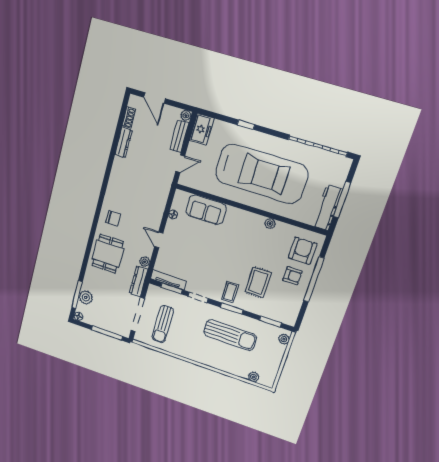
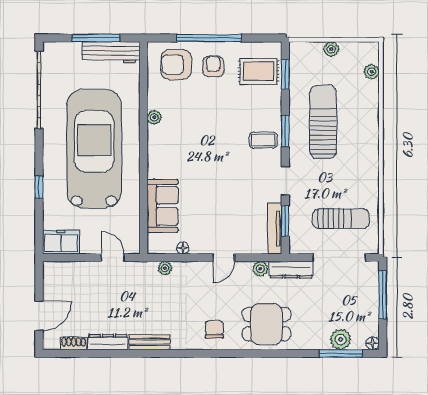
plant: (186, 115) -> (165, 268), moved
bench: (179, 136) -> (150, 342), moved
rug: (258, 282) -> (259, 71), moved
plant: (284, 339) -> (331, 49), moved

